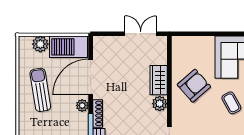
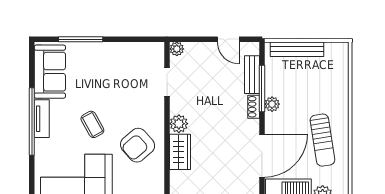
plant: (82, 105) -> (272, 104), moved
shoe rack: (98, 113) -> (254, 107), width x0.70

